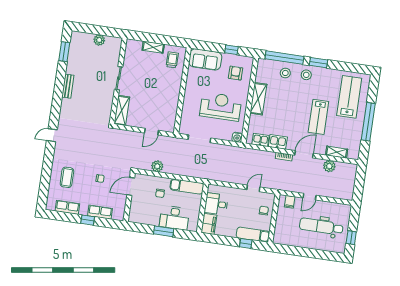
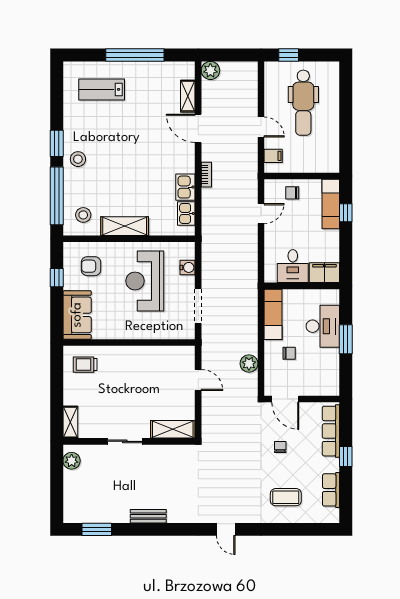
plant: (99, 40) -> (72, 461), moved
shelving: (153, 47) -> (70, 422), moved
stool: (285, 73) -> (83, 215), moved
lab bench: (349, 97) -> (102, 89), width x0.73, depth x0.72
lab bench: (318, 117) -> (139, 131), removed
water cooler: (237, 137) -> (188, 267), moved
door: (304, 154) -> (198, 128), moved
plant: (329, 166) -> (210, 70), moved
door: (253, 188) -> (261, 214), swing flipped
row of seats: (100, 212) -> (331, 431), width x1.48
window: (351, 238) -> (289, 55), moved

